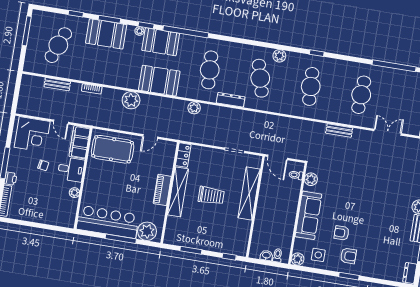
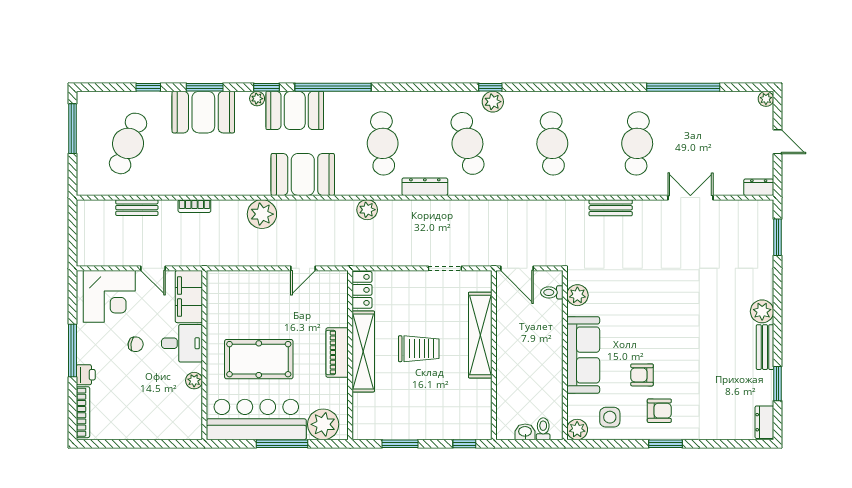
window: (317, 53) -> (490, 87), moved
pool table: (113, 149) -> (259, 359), moved

